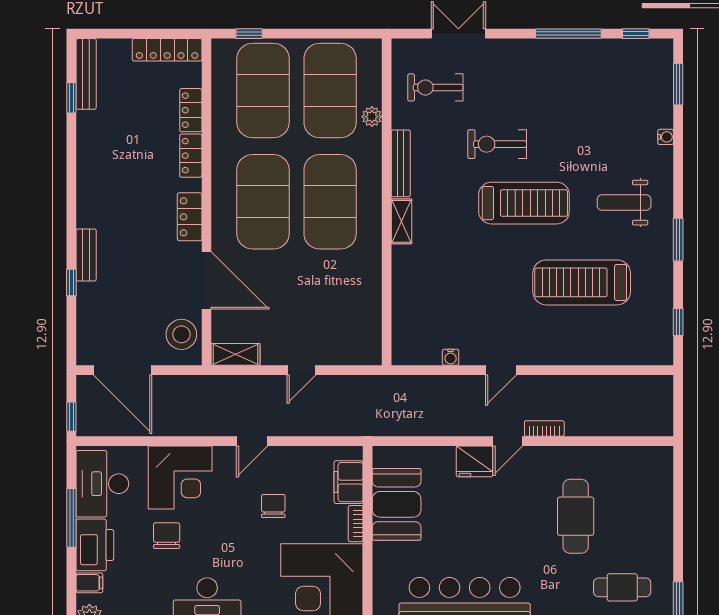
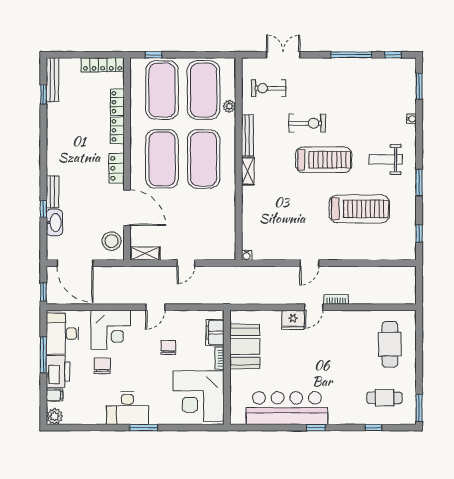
exercise bike: (497, 144) -> (307, 123), turned 180
treadmill: (582, 282) -> (359, 209), turned 180
washbasin: (89, 304) -> (54, 223), added
water cooler: (451, 357) -> (247, 255), moved
cafe table: (576, 516) -> (390, 344), moved

